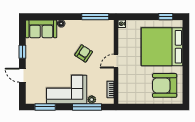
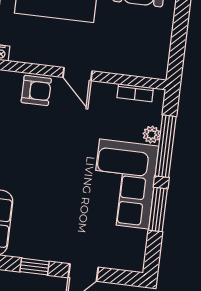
armchair: (84, 53) -> (36, 90), moved, turned 147
window: (45, 107) -> (158, 210), moved

